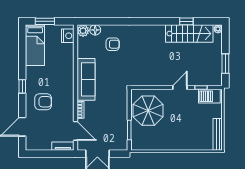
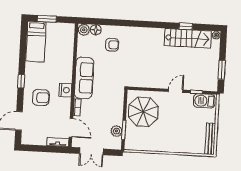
nightstand: (68, 36) -> (65, 90), moved
plant: (122, 132) -> (116, 131), added

